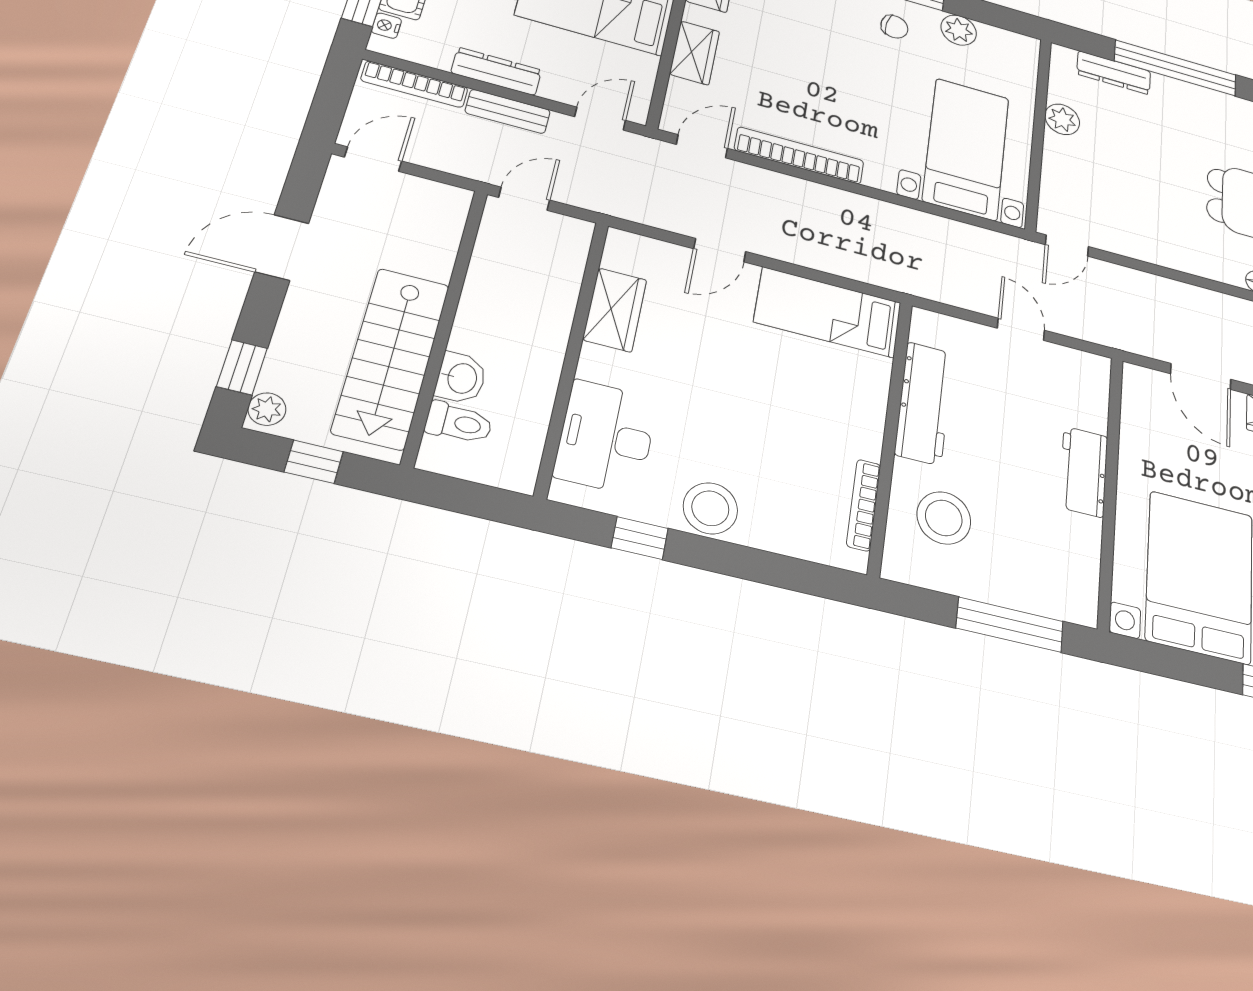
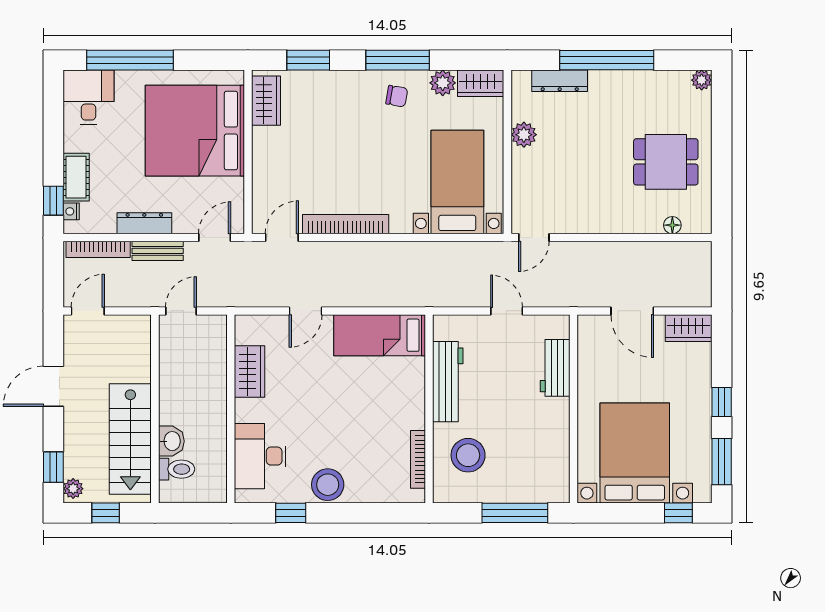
wardrobe: (695, 53) -> (481, 83), moved, turned 90
workbench: (1084, 472) -> (555, 368), moved

